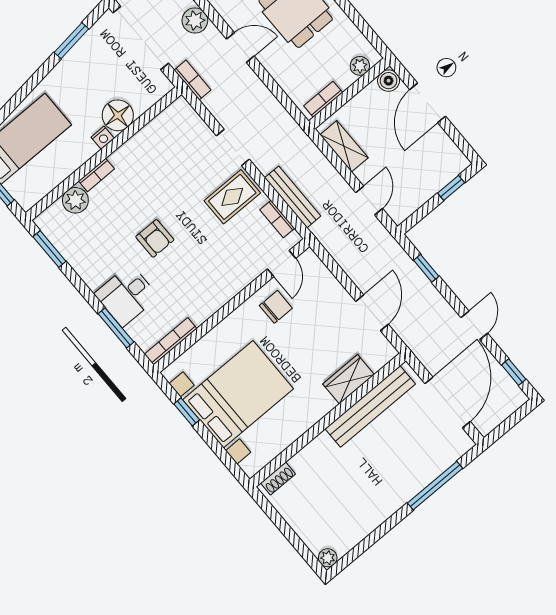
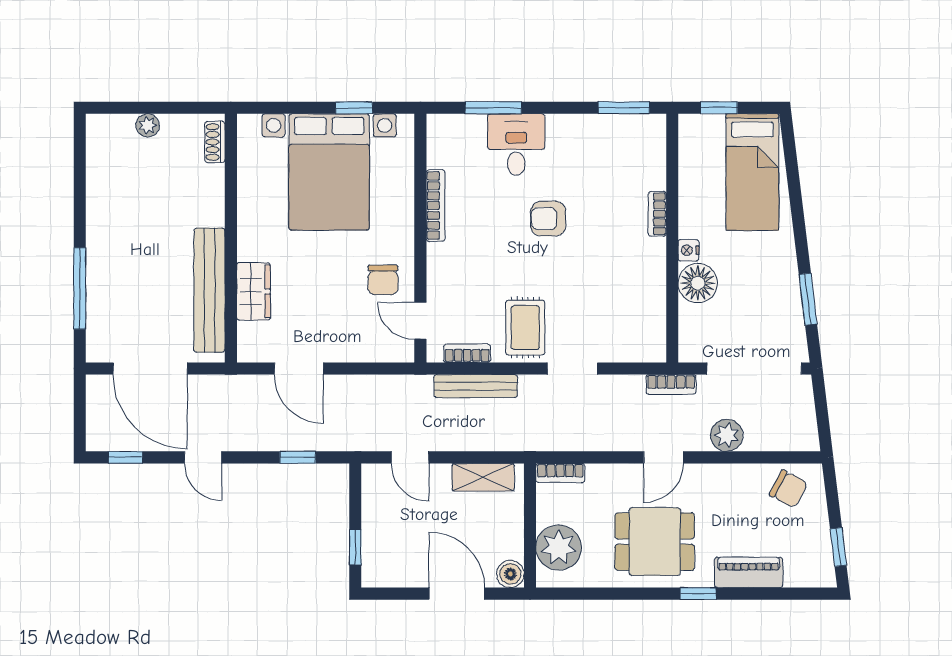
plant: (360, 66) -> (559, 548), width x1.87, depth x1.87
bookcase: (323, 99) -> (560, 473), moved, turned 90
plant: (75, 200) -> (650, 173), removed
bookcase: (171, 341) -> (436, 206), moved
plant: (328, 558) -> (148, 125), moved

